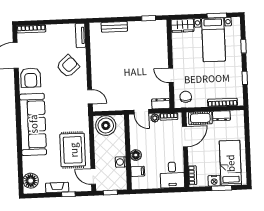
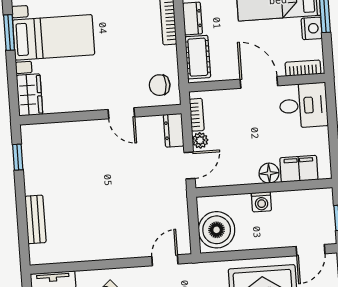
door: (171, 75) -> (121, 113), hinge flipped
door: (185, 137) -> (259, 82), moved
washing machine: (121, 162) -> (261, 202), moved
filing cabinet: (138, 171) -> (299, 169), width x2.00

